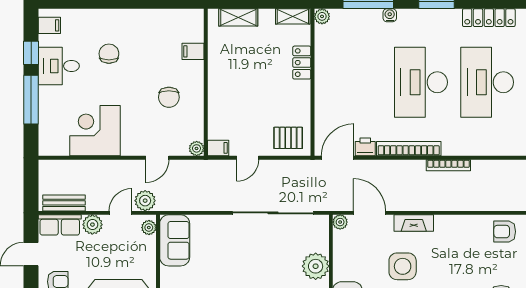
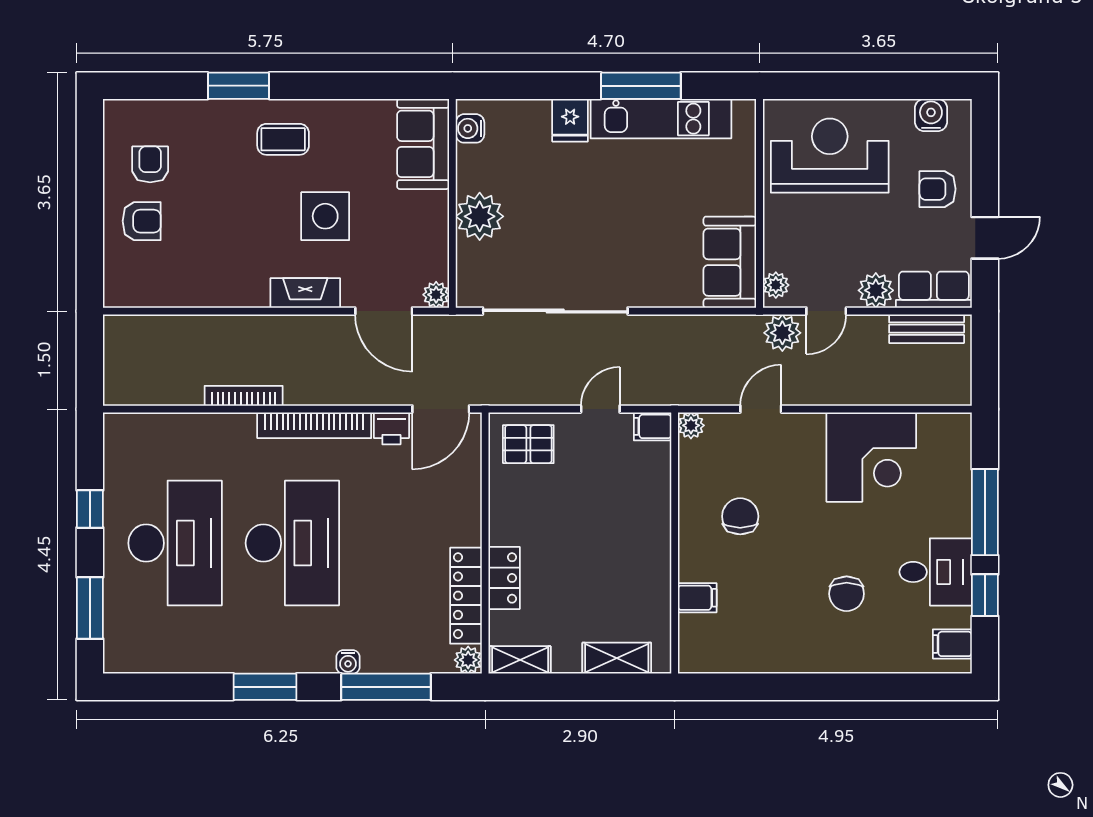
locker: (489, 18) -> (466, 596), moved, turned -90
armchair: (505, 232) -> (142, 221), moved

